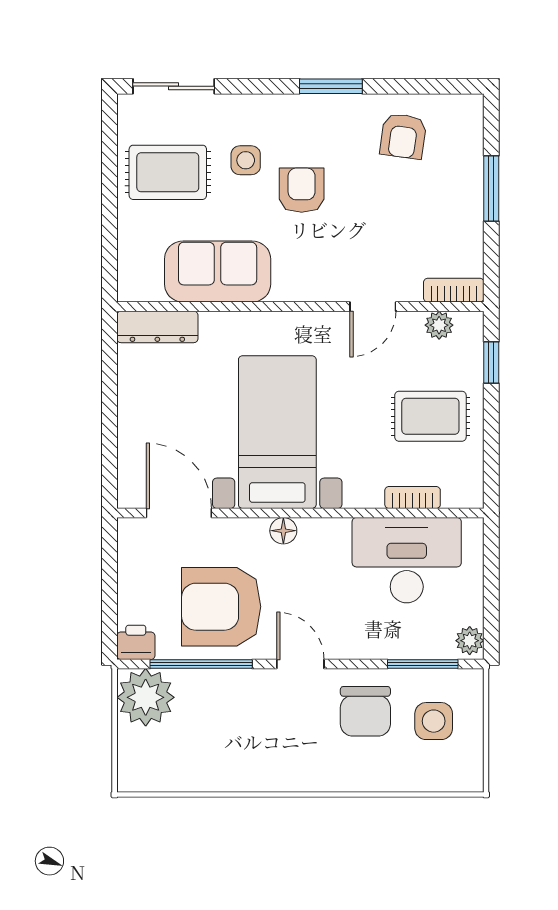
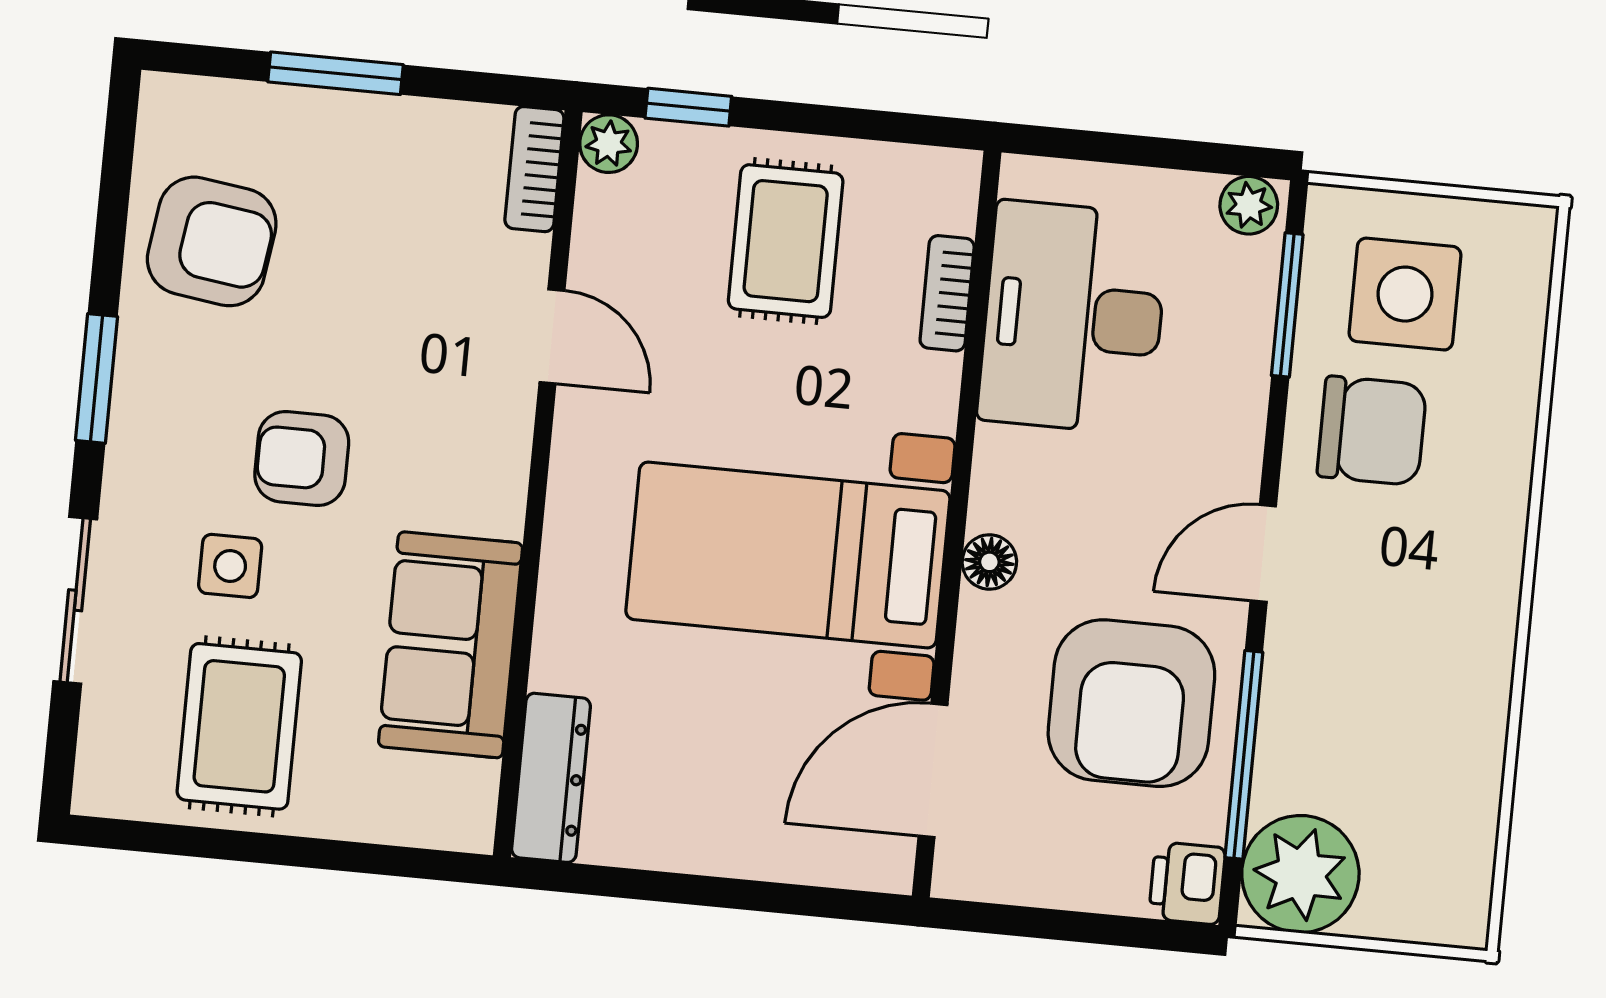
sliding door: (174, 86) -> (75, 600), moved
armchair: (403, 136) -> (212, 241), width x1.38, depth x1.38
plant: (439, 325) -> (609, 144), moved
side table: (434, 721) -> (1405, 294), width x1.37, depth x1.37

